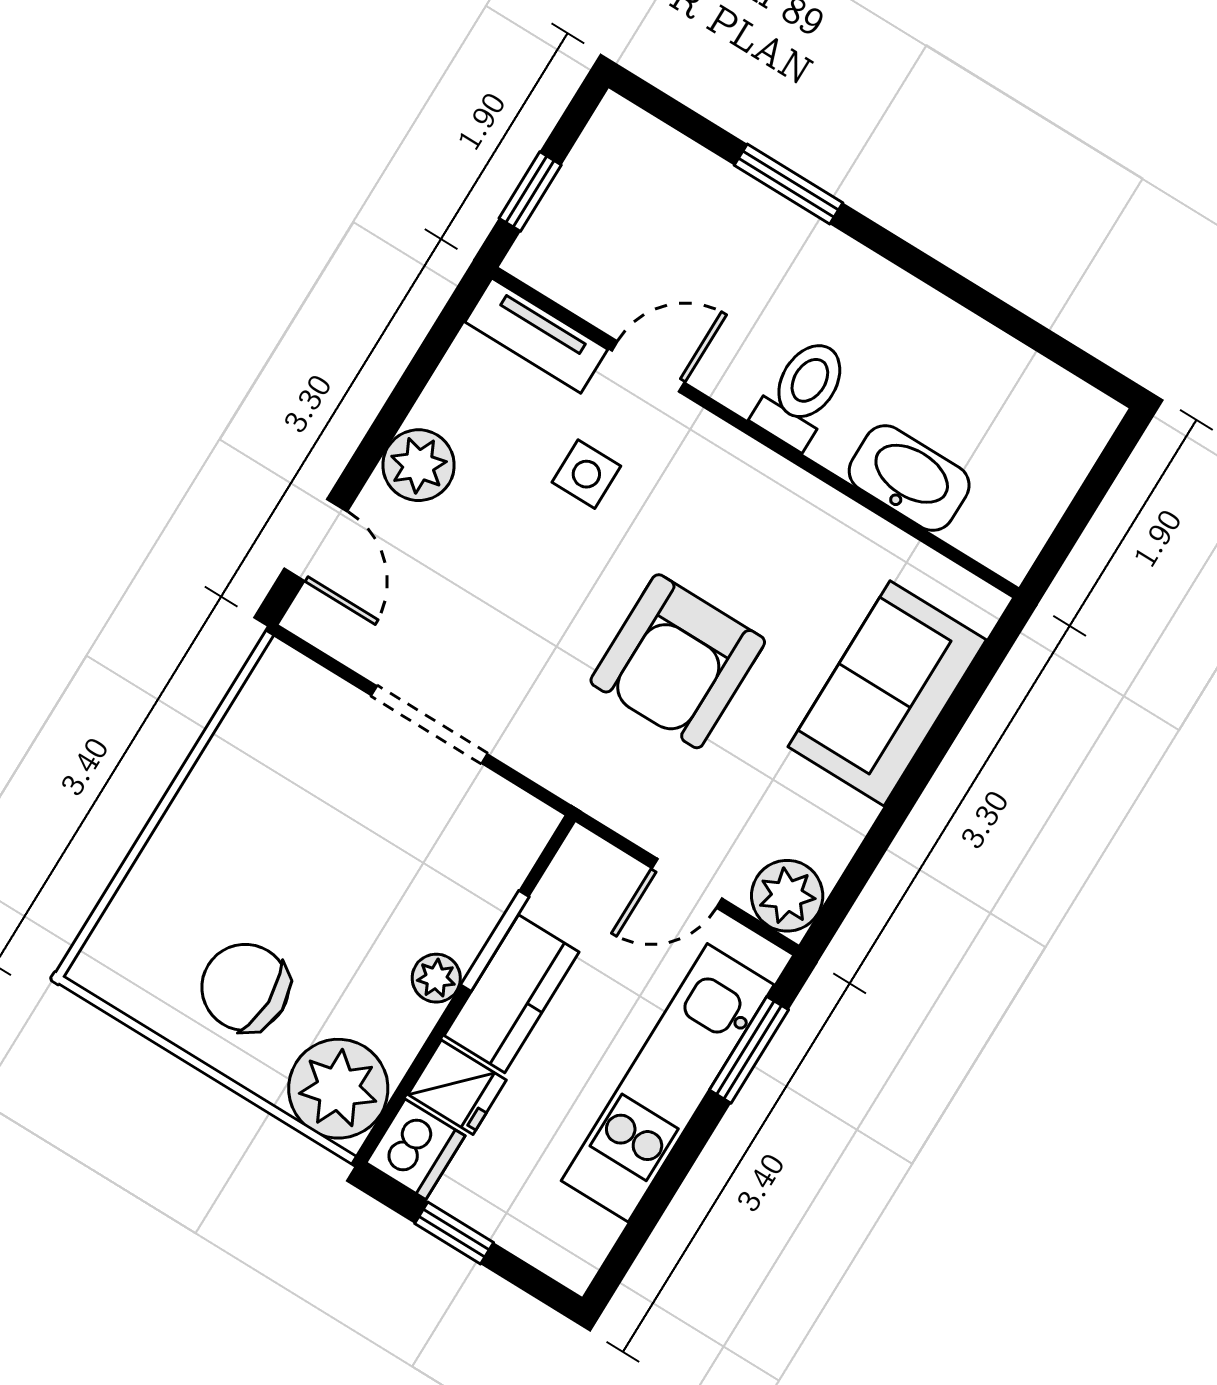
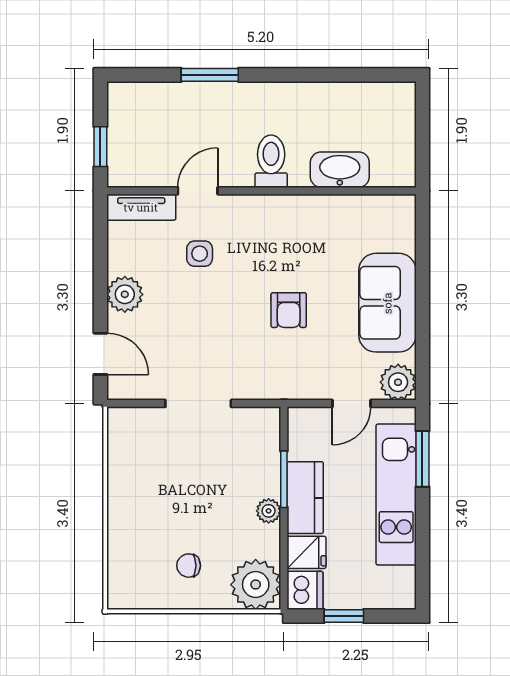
armchair: (678, 661) -> (289, 310), width x0.53, depth x0.53
sofa: (887, 693) -> (387, 303), moved
chair: (245, 987) -> (189, 566), width x0.54, depth x0.54

